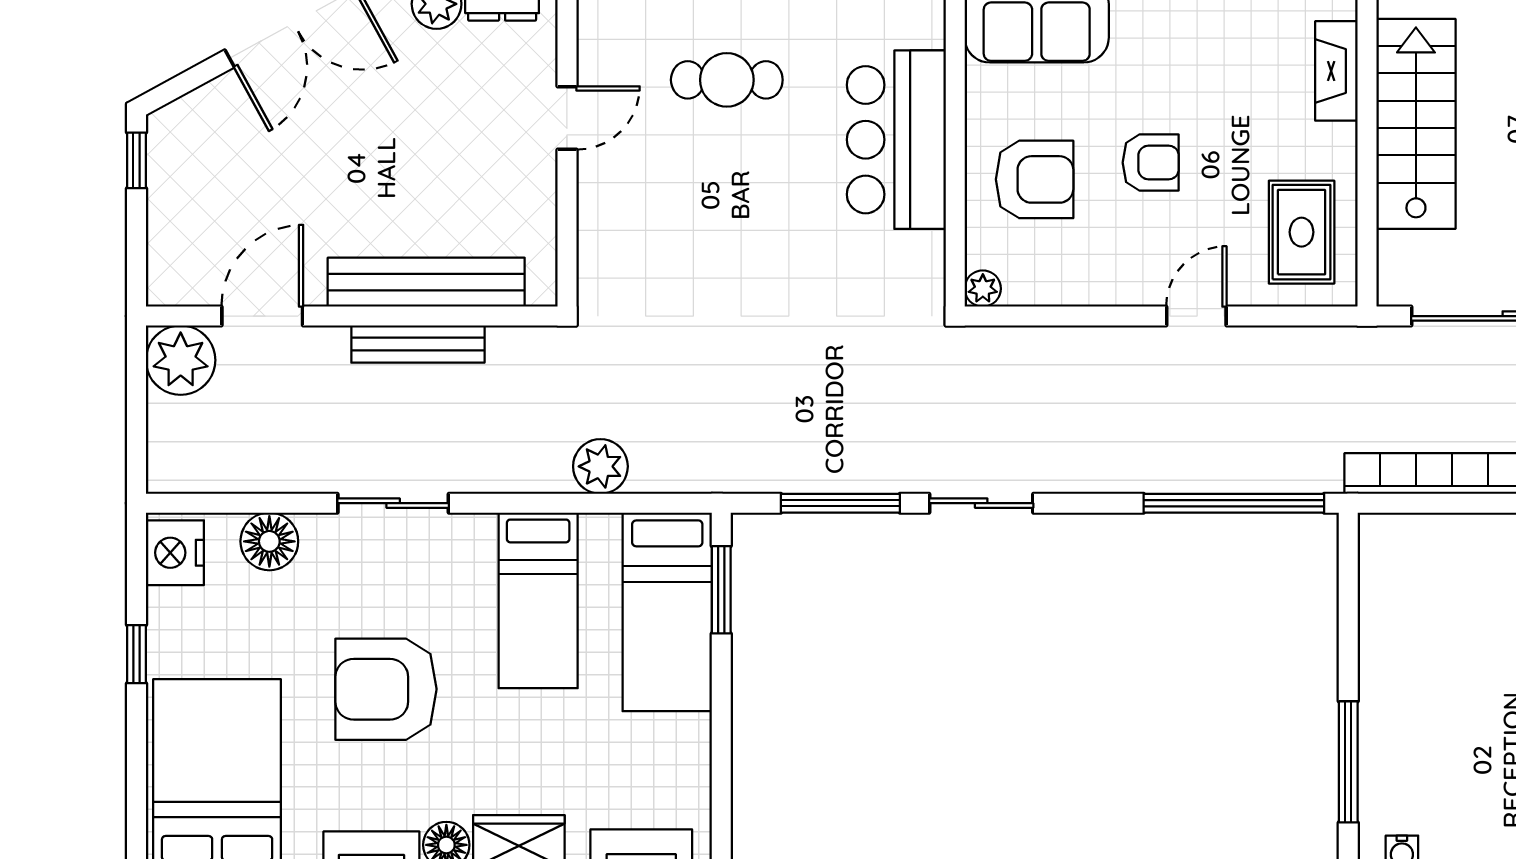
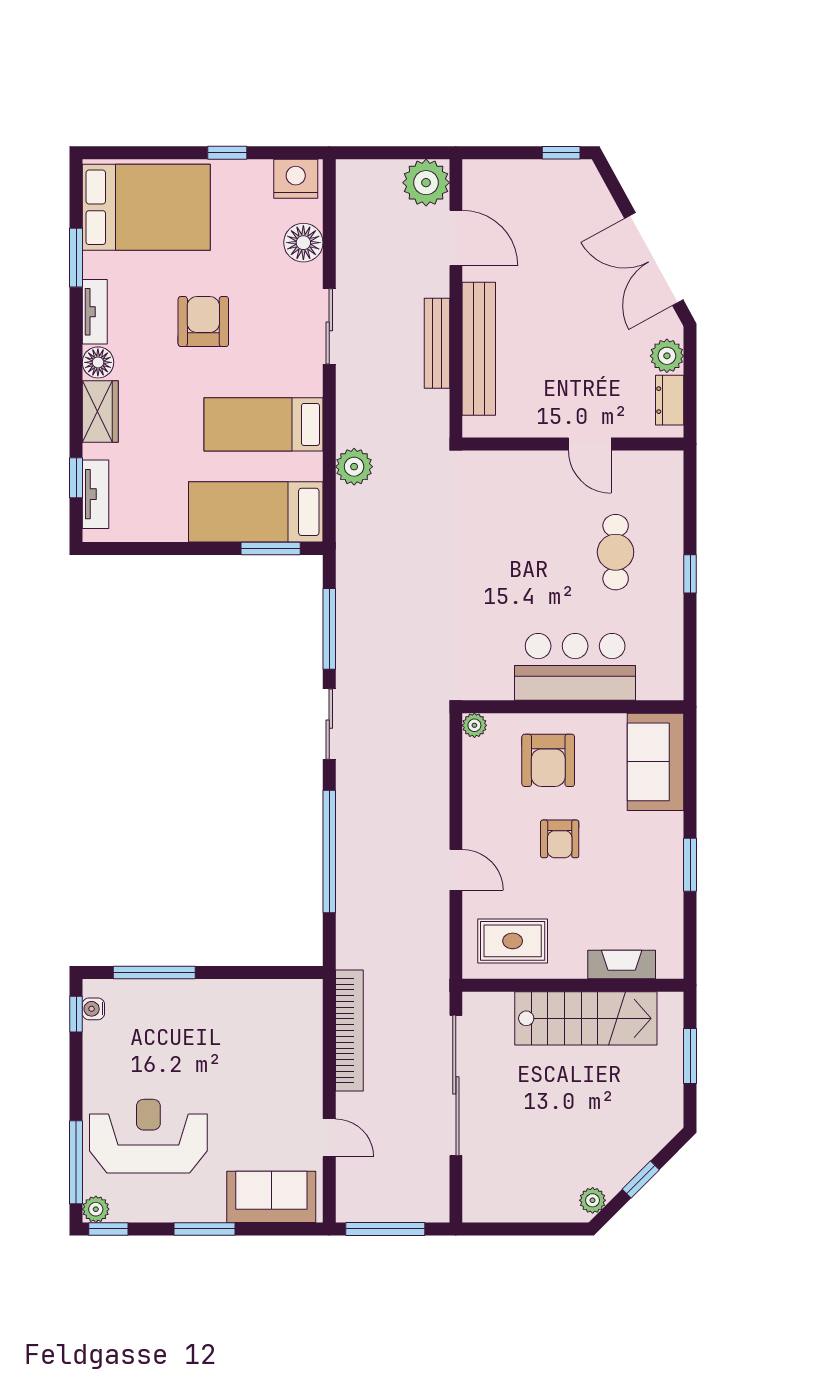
window: (1234, 503) -> (329, 852), moved
armchair: (386, 689) -> (203, 322), width x0.73, depth x0.73

